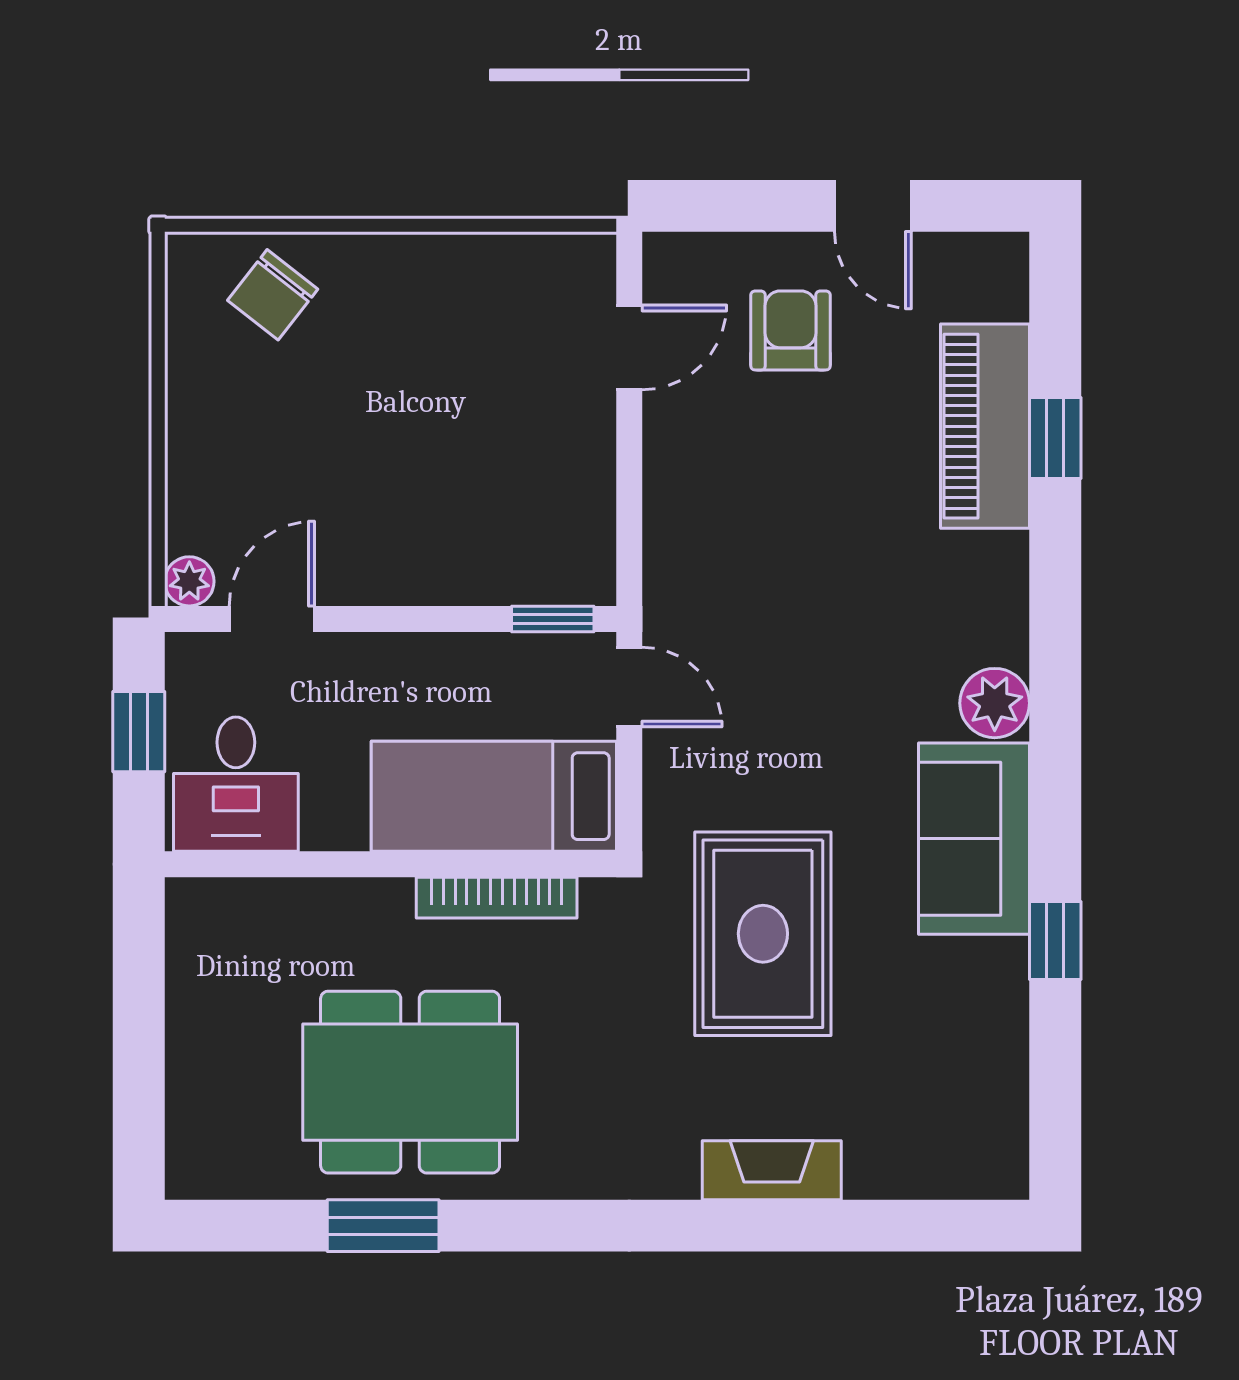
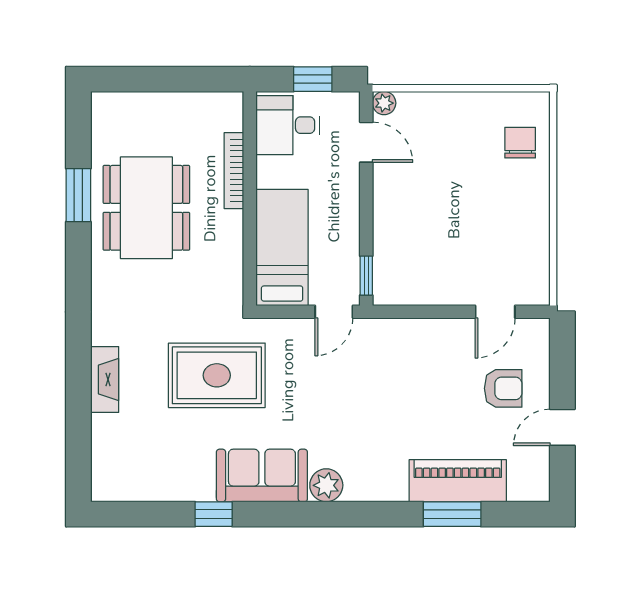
chair: (273, 295) -> (520, 143), turned 52
door: (629, 347) -> (495, 312), hinge flipped
window: (1055, 438) -> (452, 514), width x1.50
bookcase: (497, 898) -> (234, 171), moved

